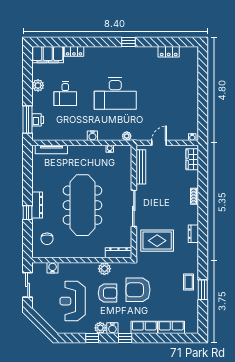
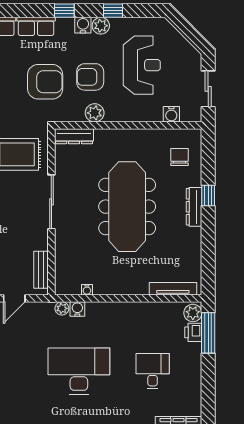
plant: (38, 85) -> (193, 313), moved
water cooler: (92, 136) -> (77, 309), moved
bench: (141, 167) -> (41, 270), width x0.73

